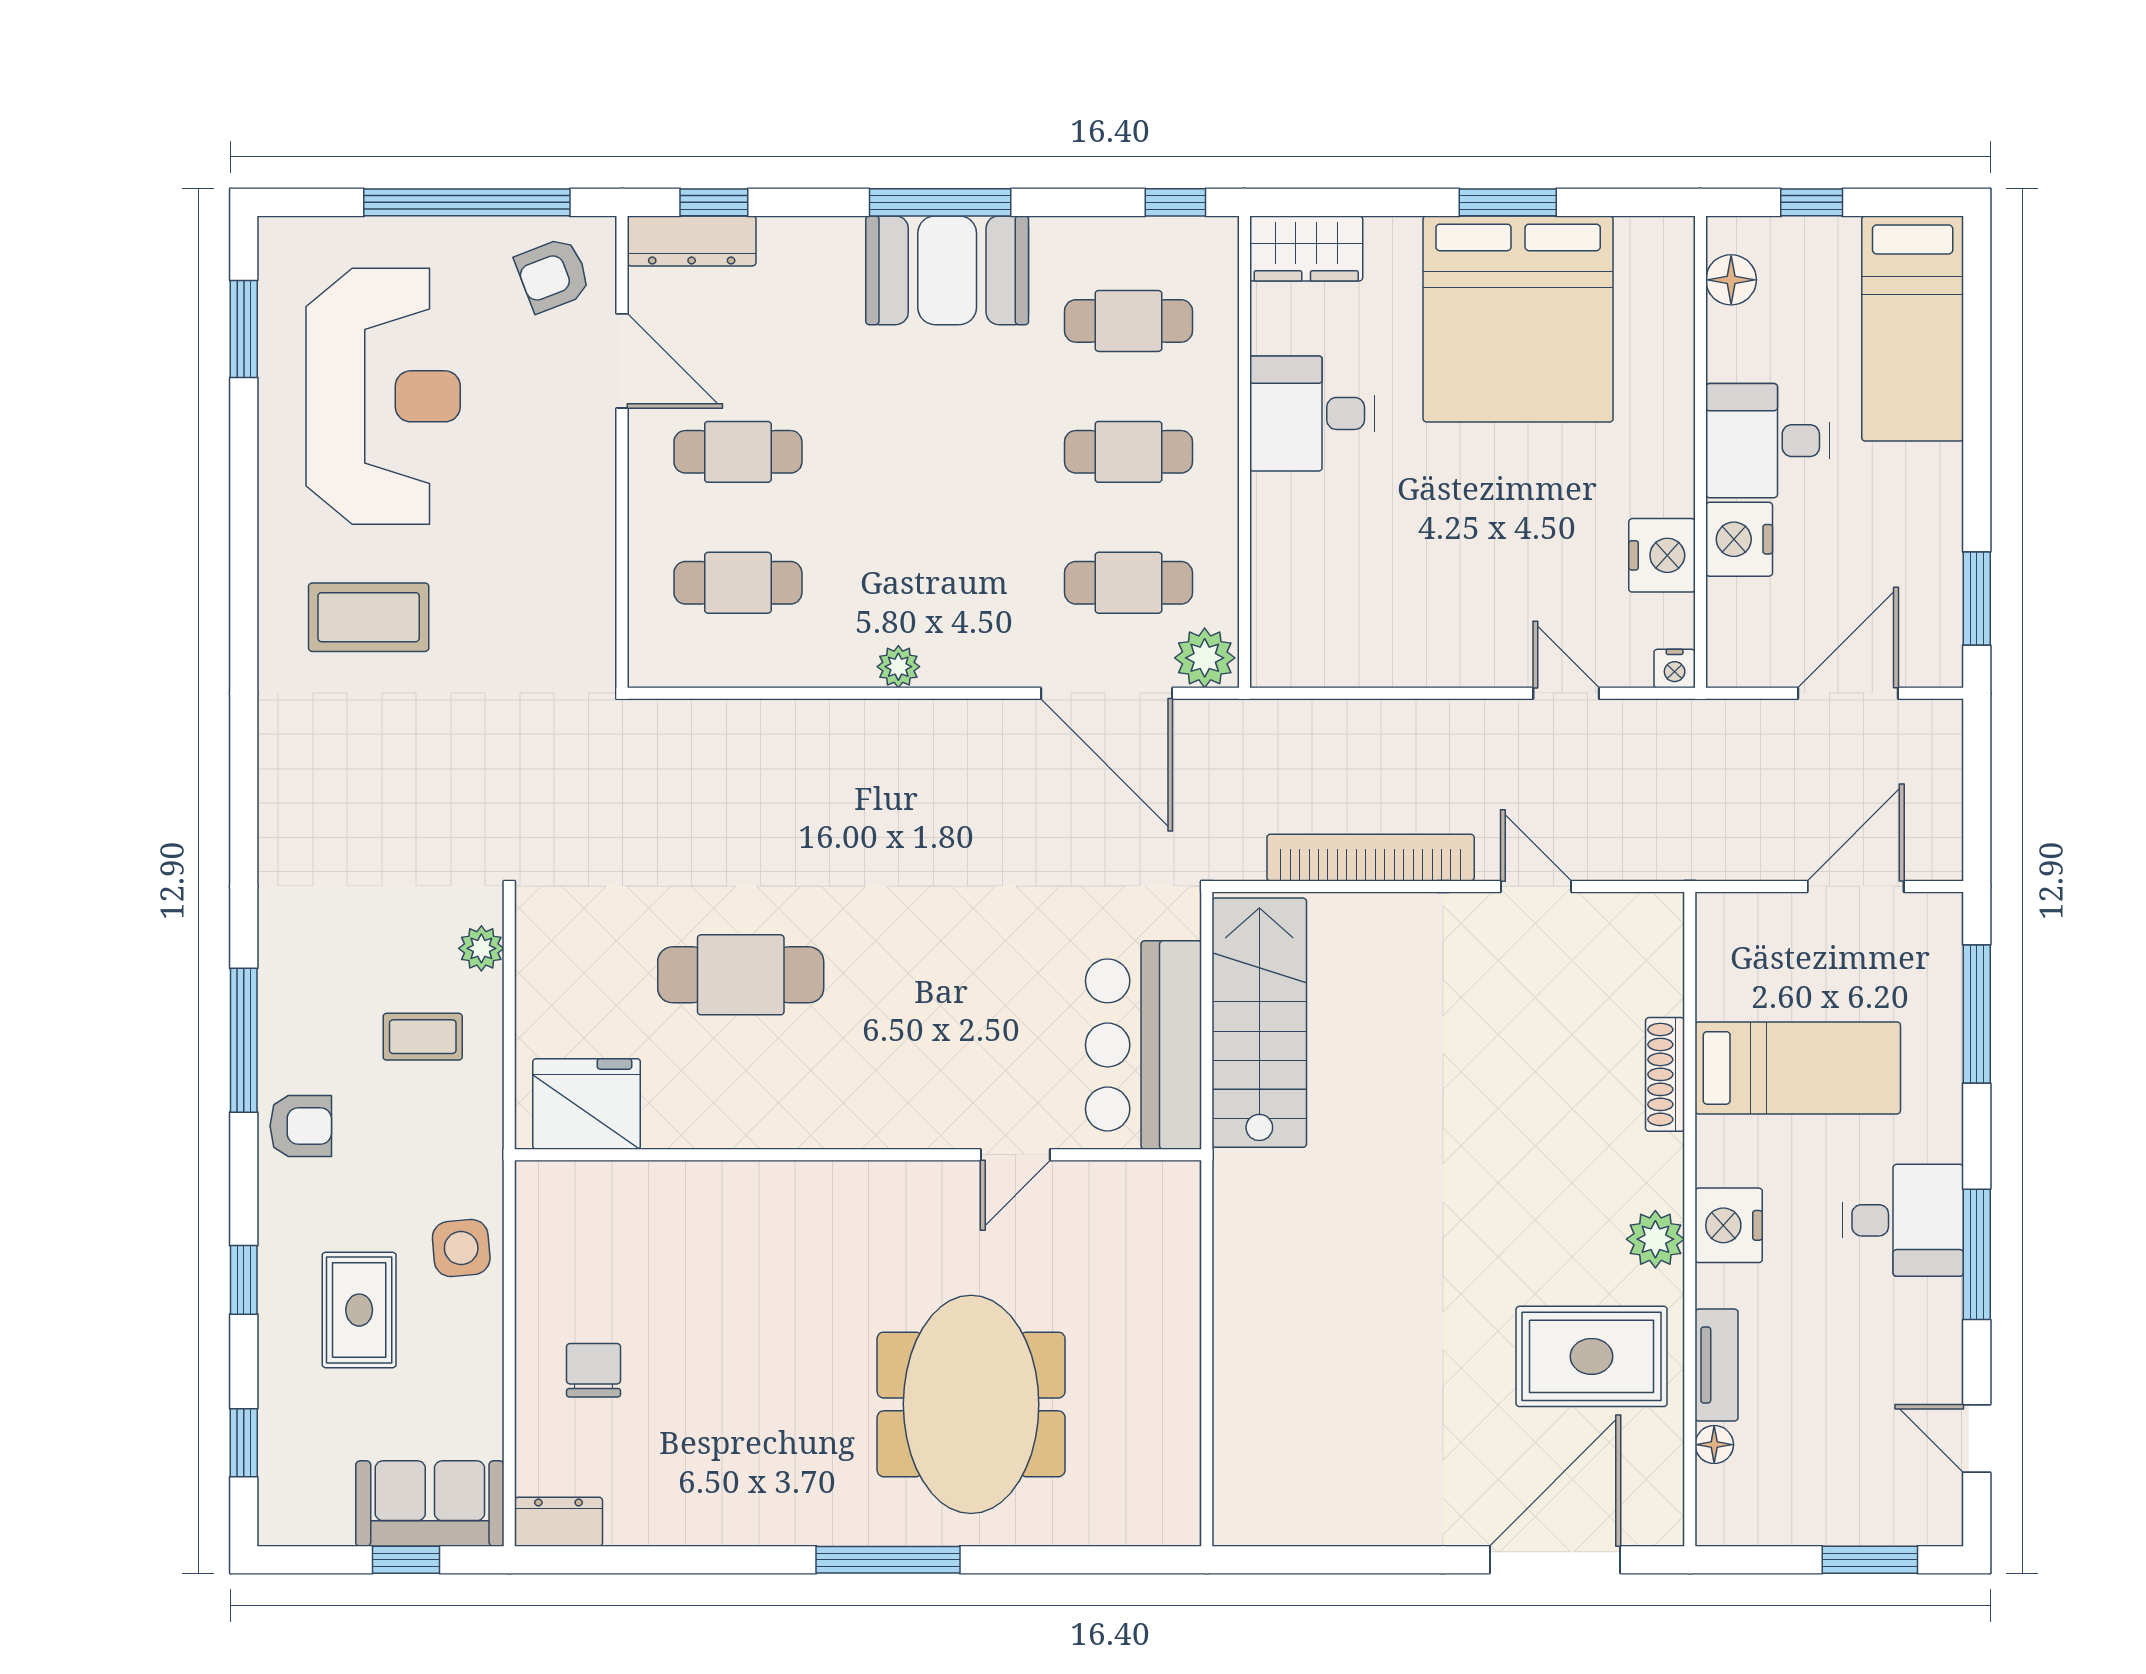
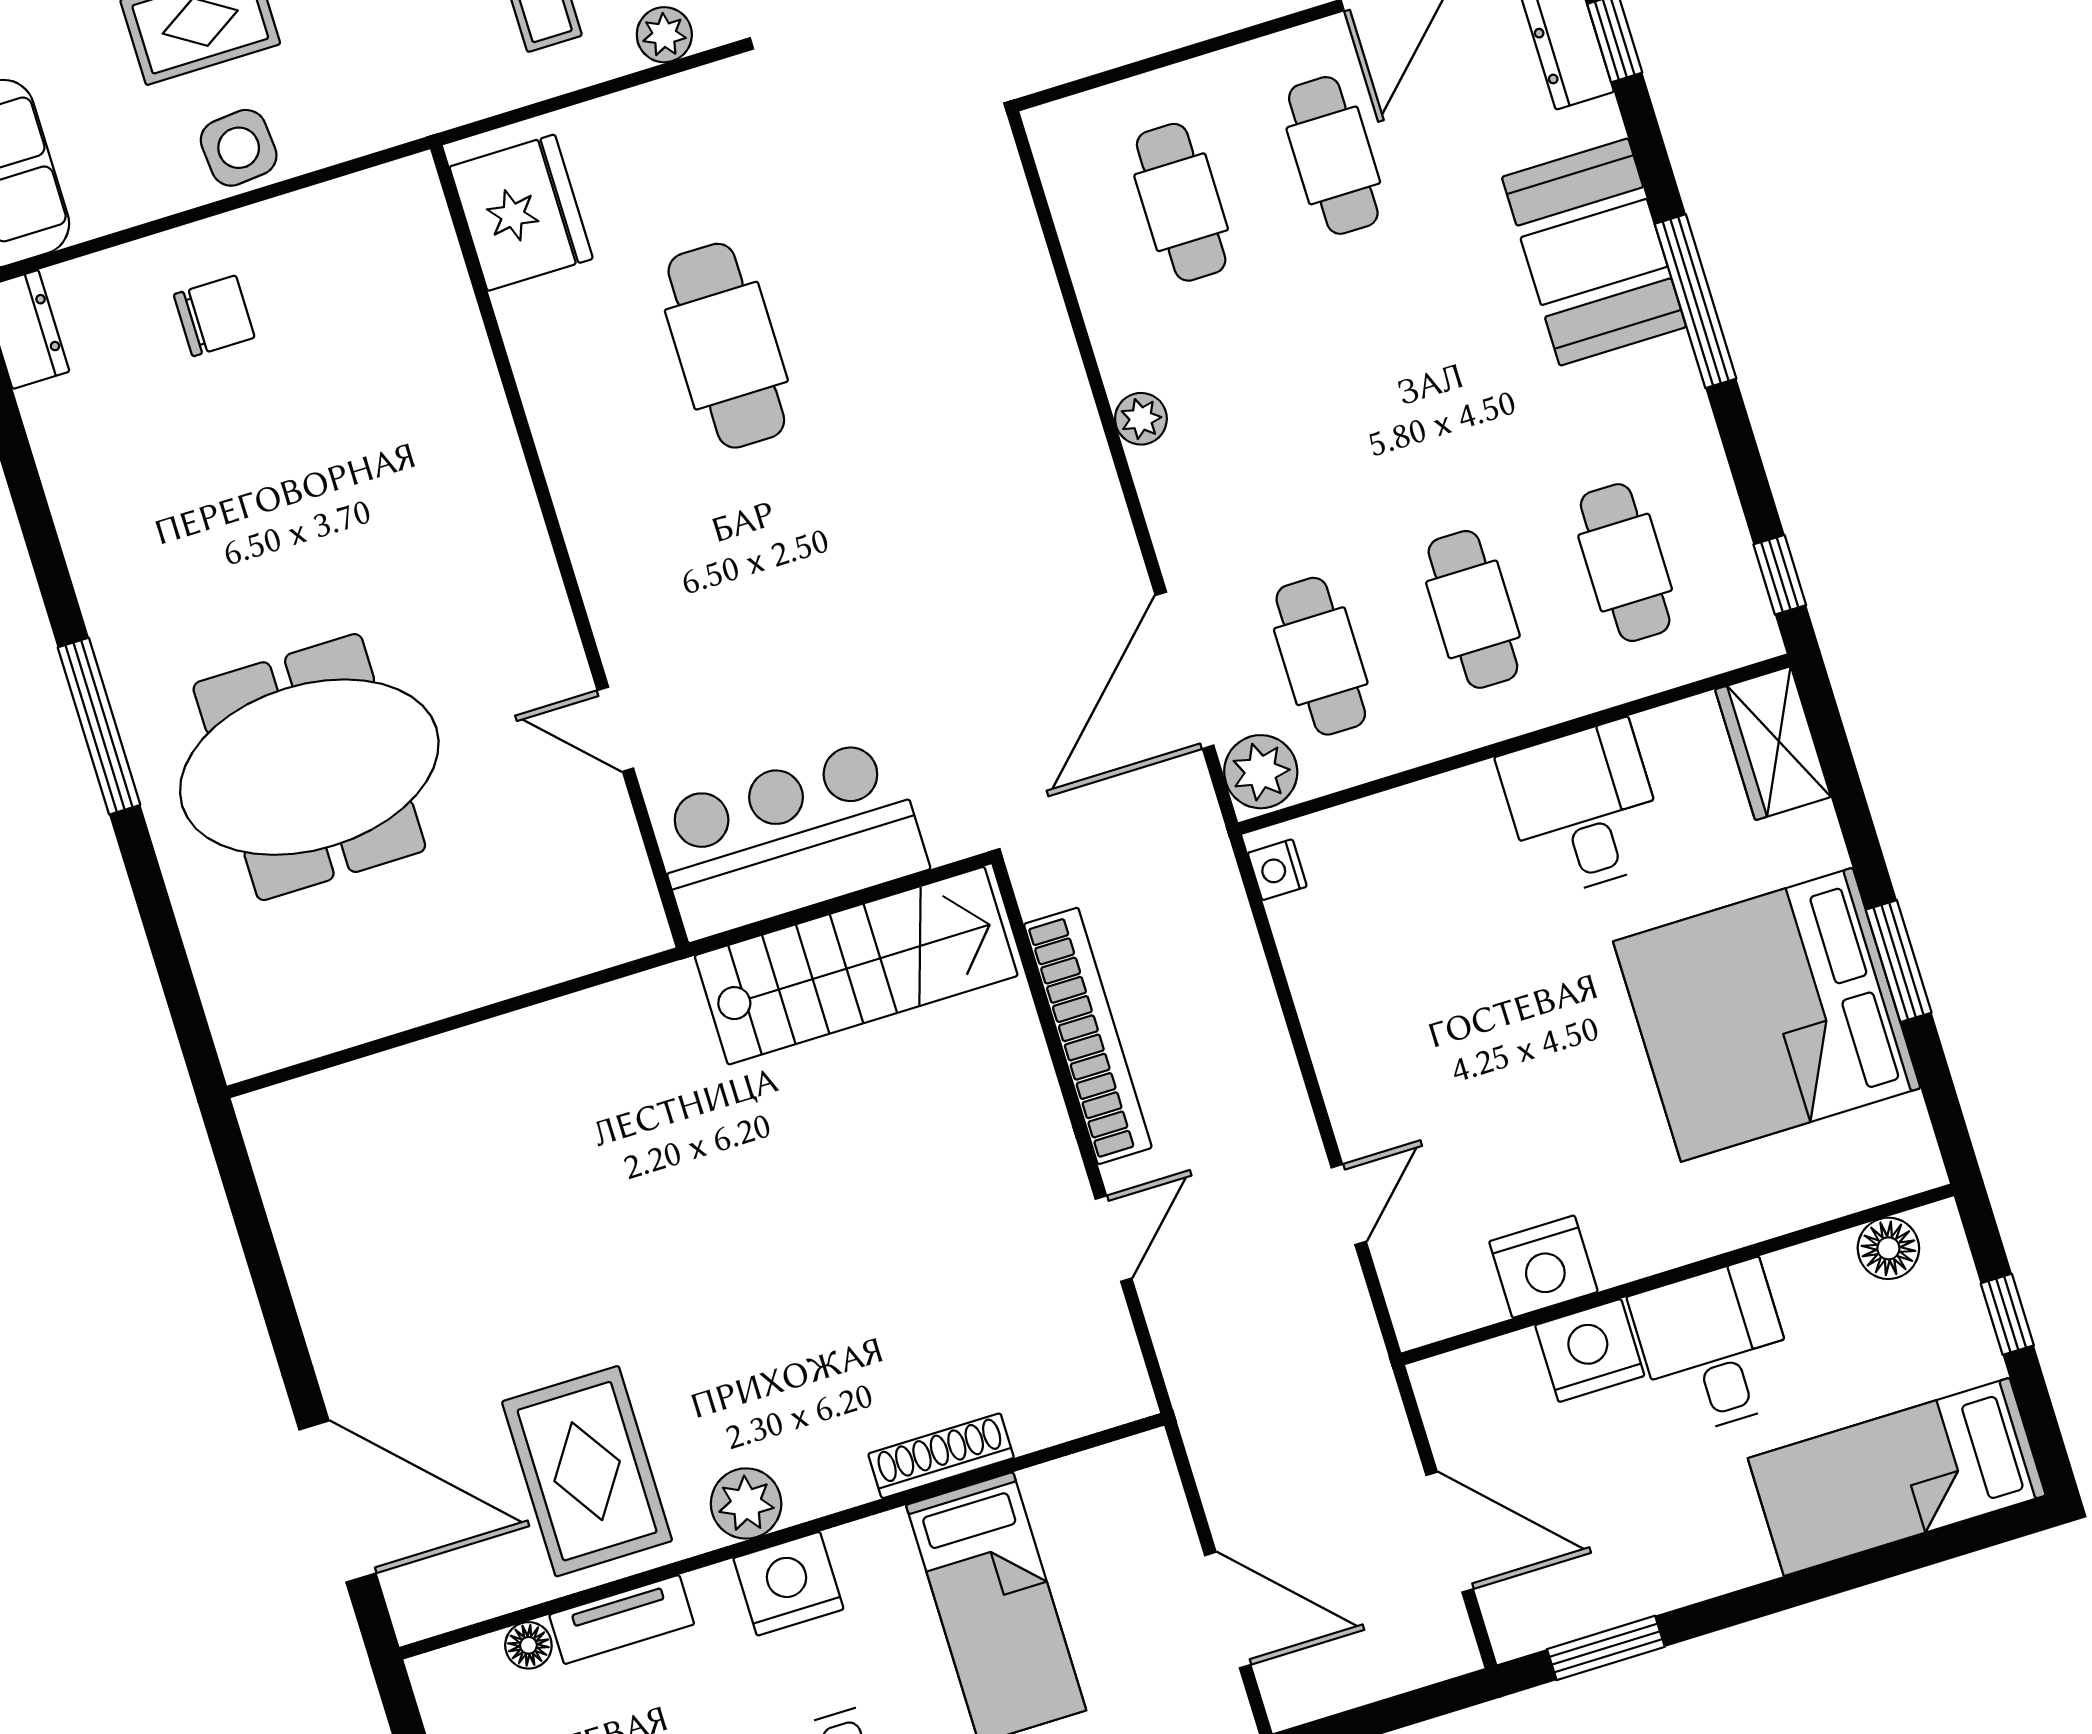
booth: (947, 270) -> (1594, 252), moved
nightstand: (1675, 669) -> (1277, 870), moved
side table: (461, 1248) -> (239, 148), moved

